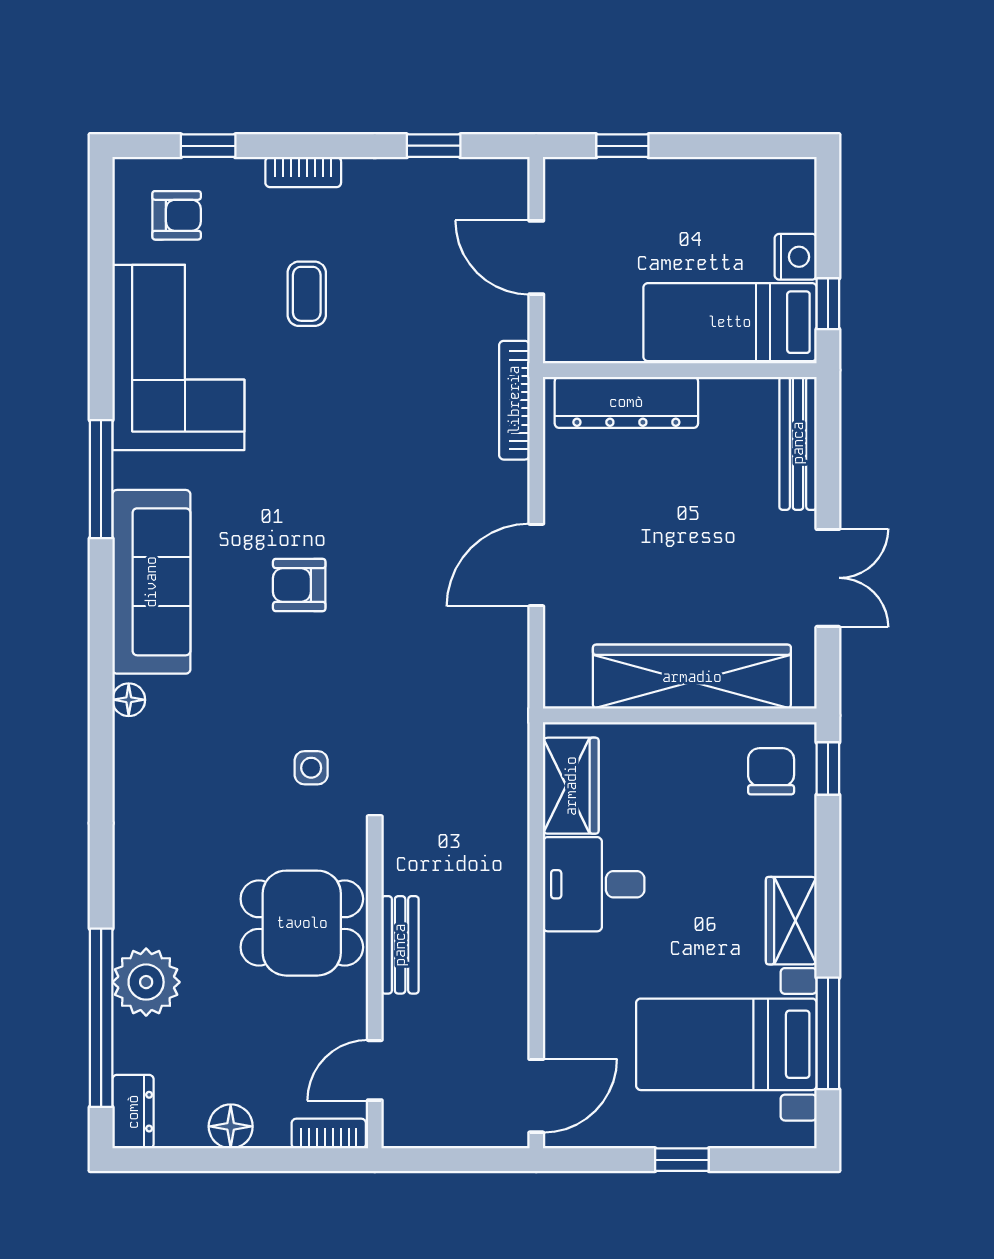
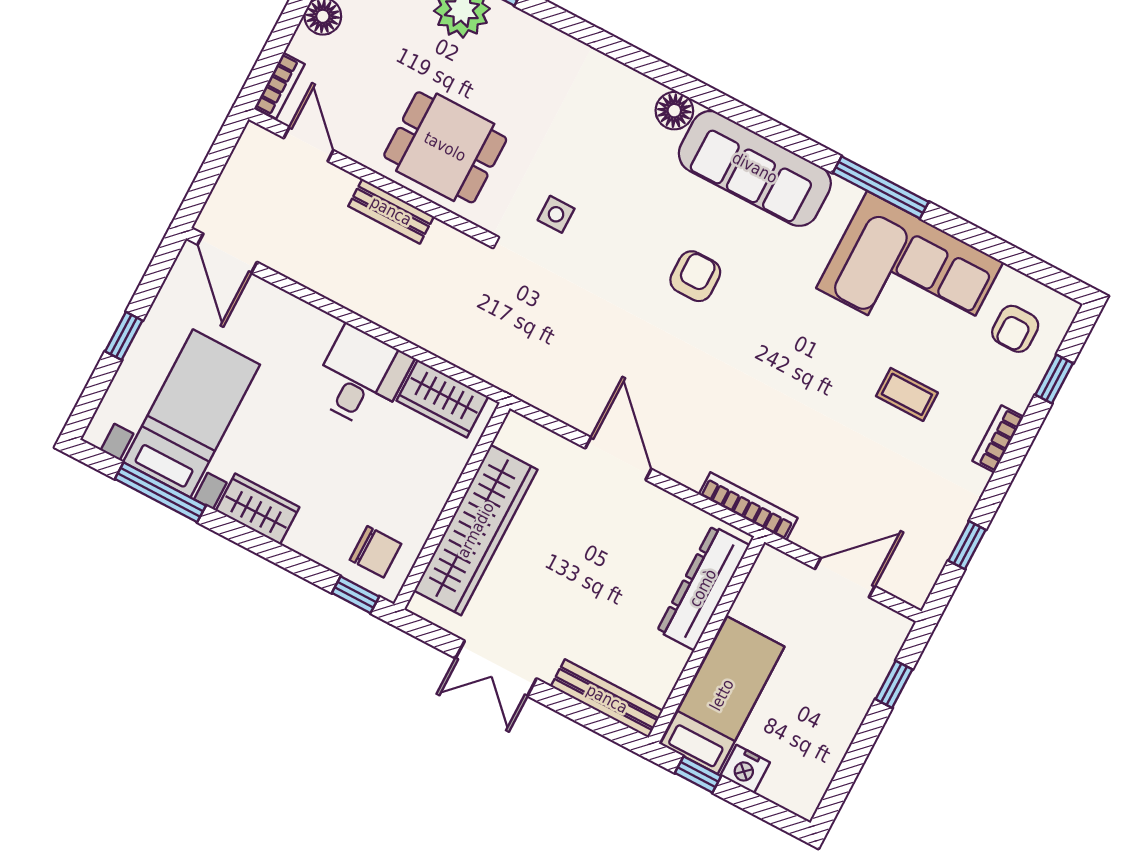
window: (101, 479) -> (881, 187), moved
floor lamp: (129, 700) -> (674, 111), width x1.37, depth x1.37
dining table: (302, 923) -> (445, 147), turned 90

